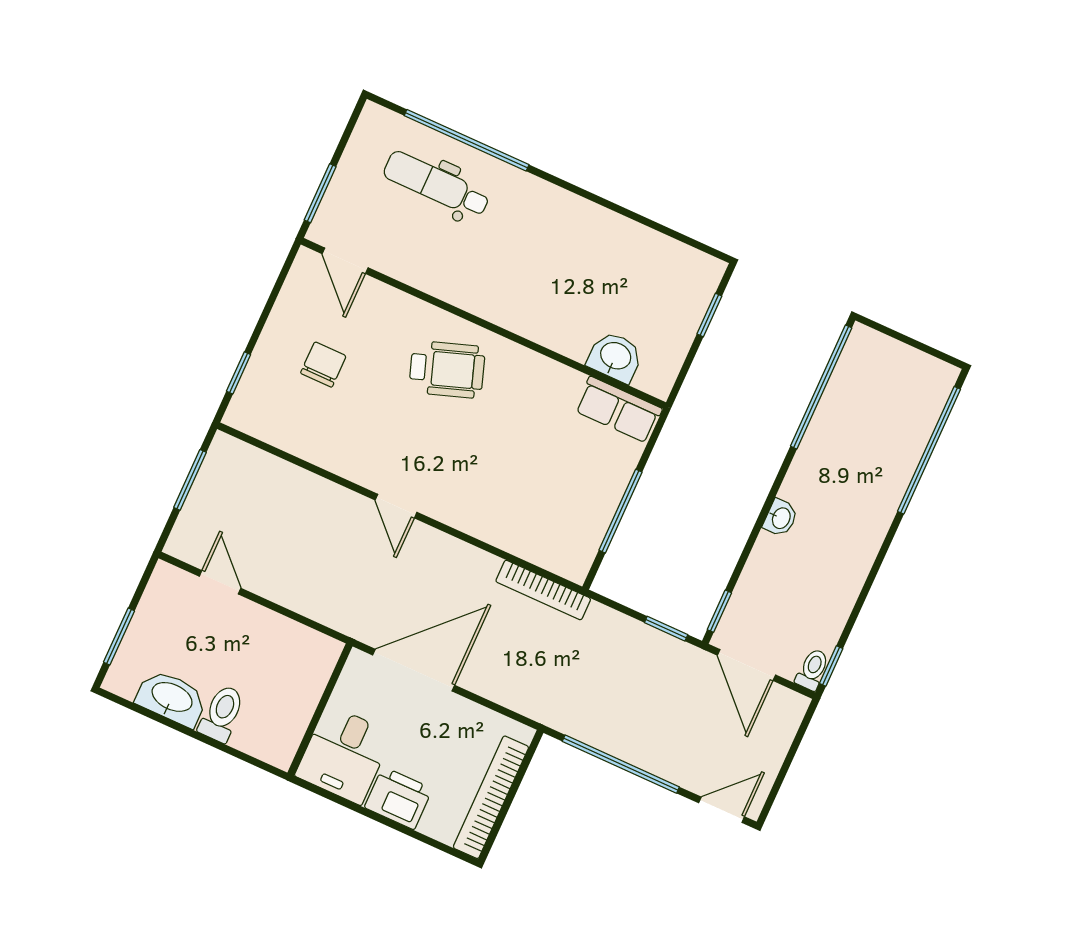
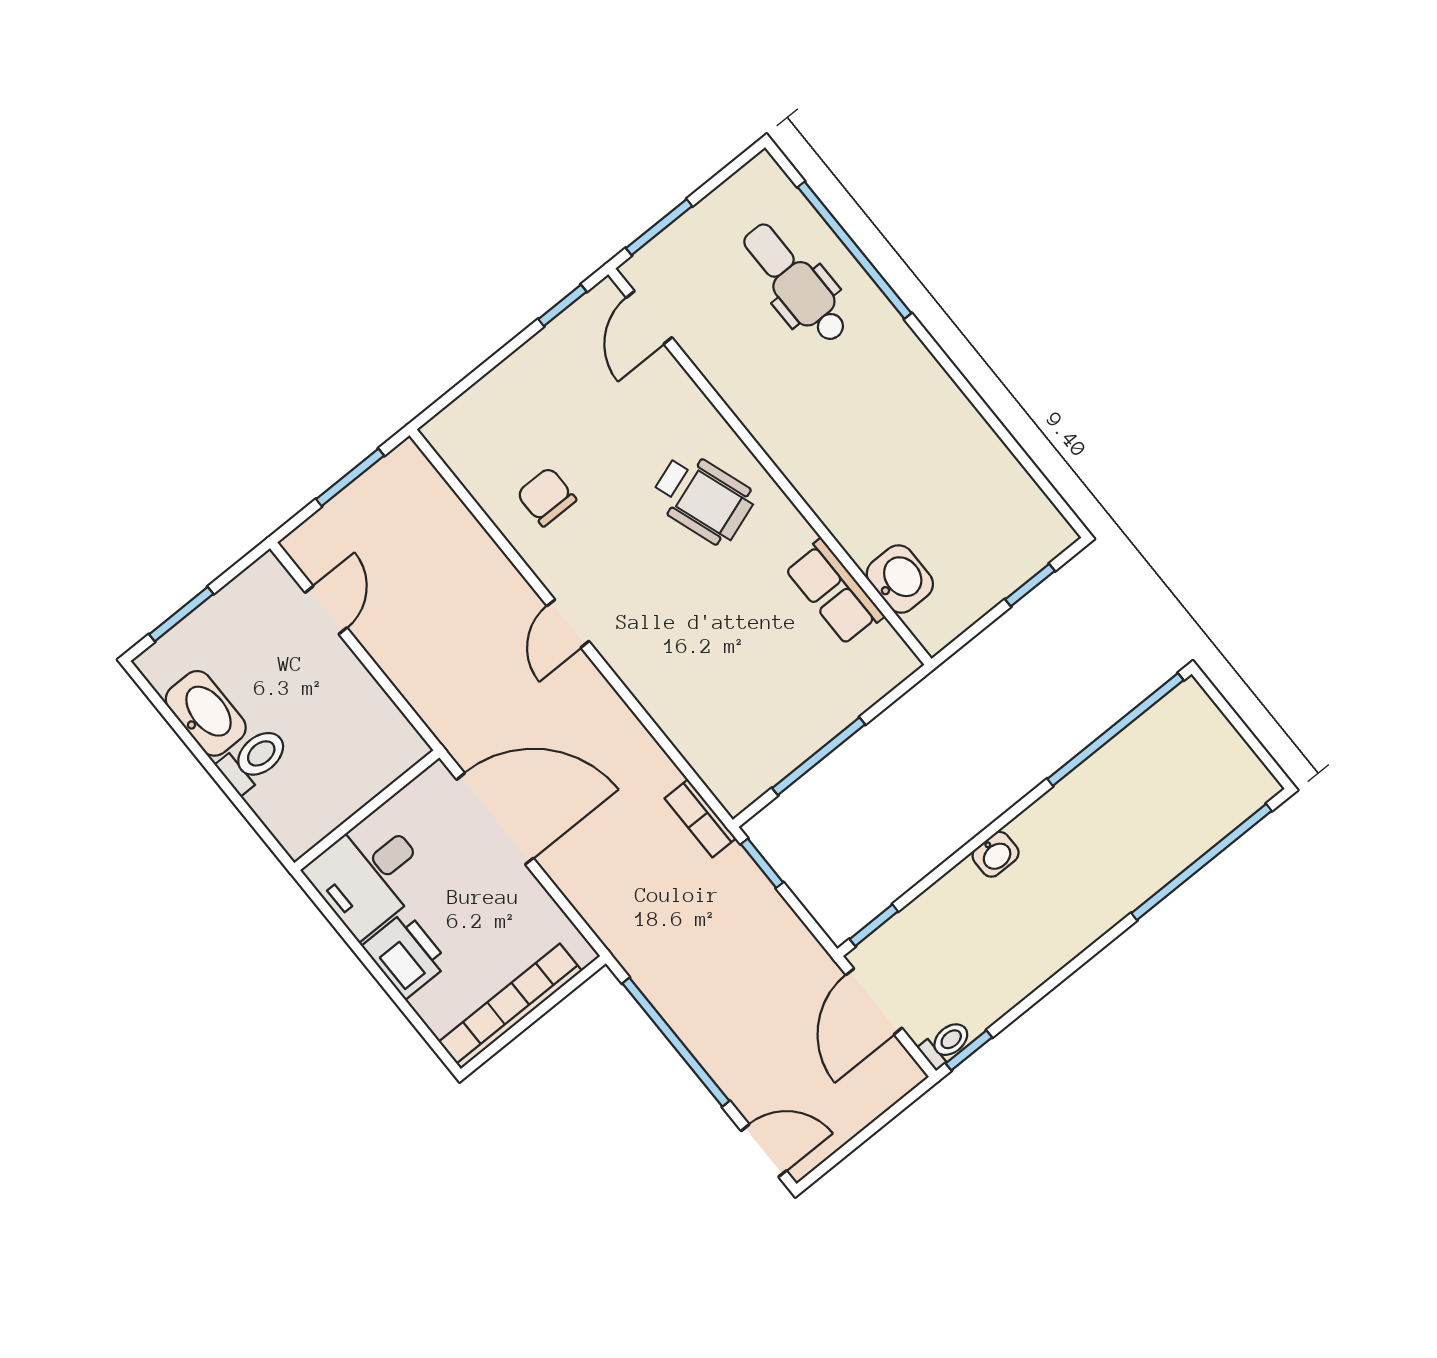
chair: (323, 364) -> (546, 497), moved, turned -90
window: (239, 373) -> (562, 305), moved
row of seats: (618, 410) -> (834, 592), moved
bookcase: (543, 590) -> (700, 818), width x0.64
window: (666, 629) -> (762, 863), moved

